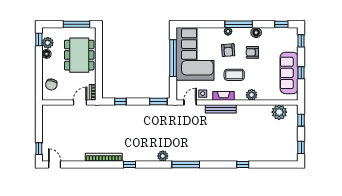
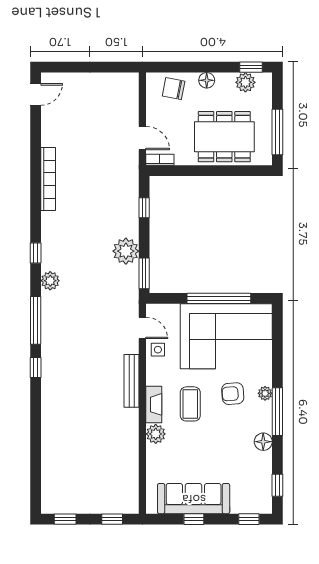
armchair: (252, 52) -> (229, 435), removed
floor lamp: (46, 54) -> (207, 80), moved
fireplace: (224, 96) -> (154, 404), moved
plant: (279, 112) -> (126, 251), moved
window: (39, 149) -> (63, 67), removed
window: (130, 164) -> (36, 253), moved
window: (243, 164) -> (36, 368), moved

